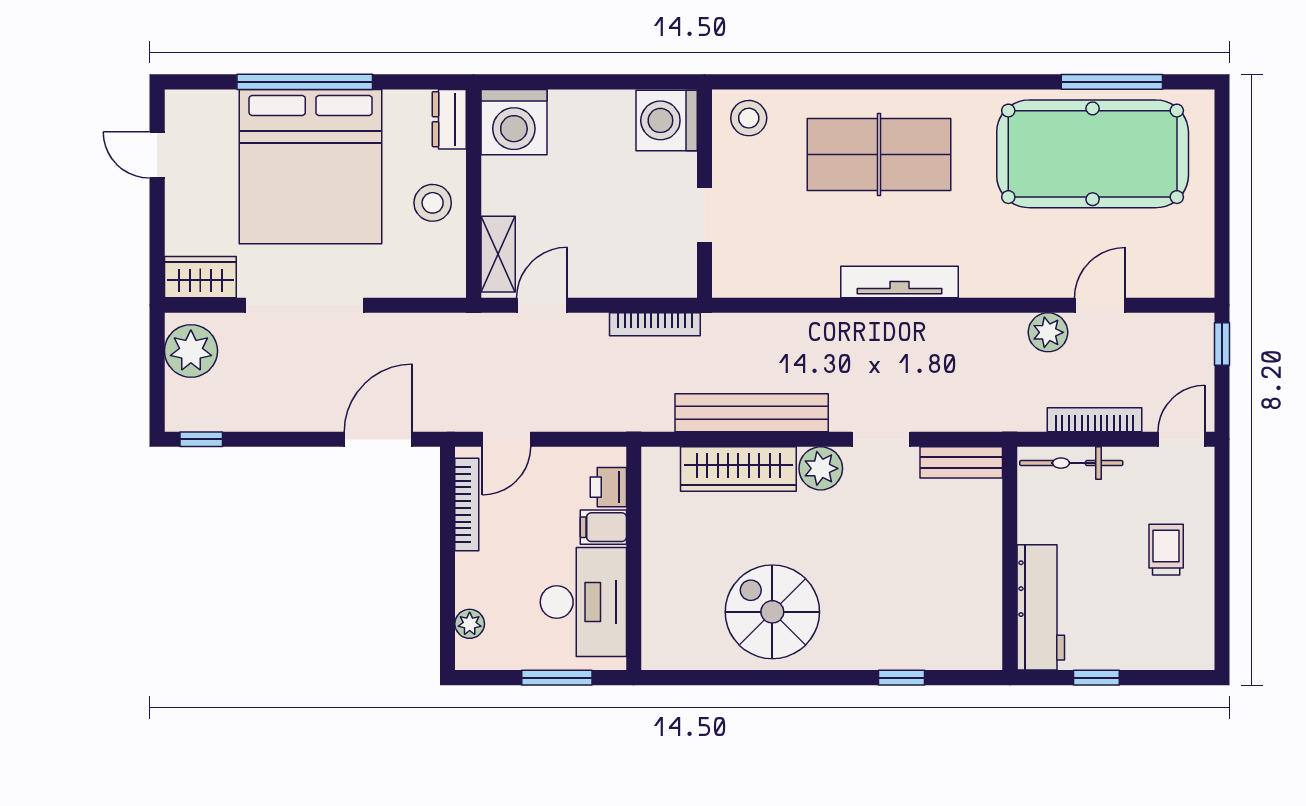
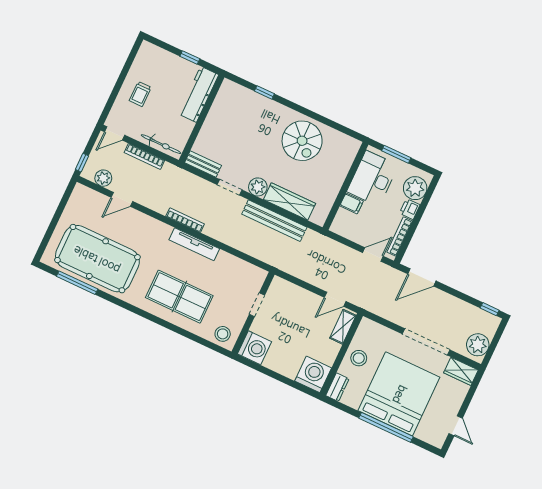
bookcase: (655, 324) -> (185, 220), moved
plant: (1048, 332) -> (103, 178), moved
printer: (608, 487) -> (410, 209), moved, turned 180
plant: (470, 624) -> (415, 188), width x1.87, depth x1.87

